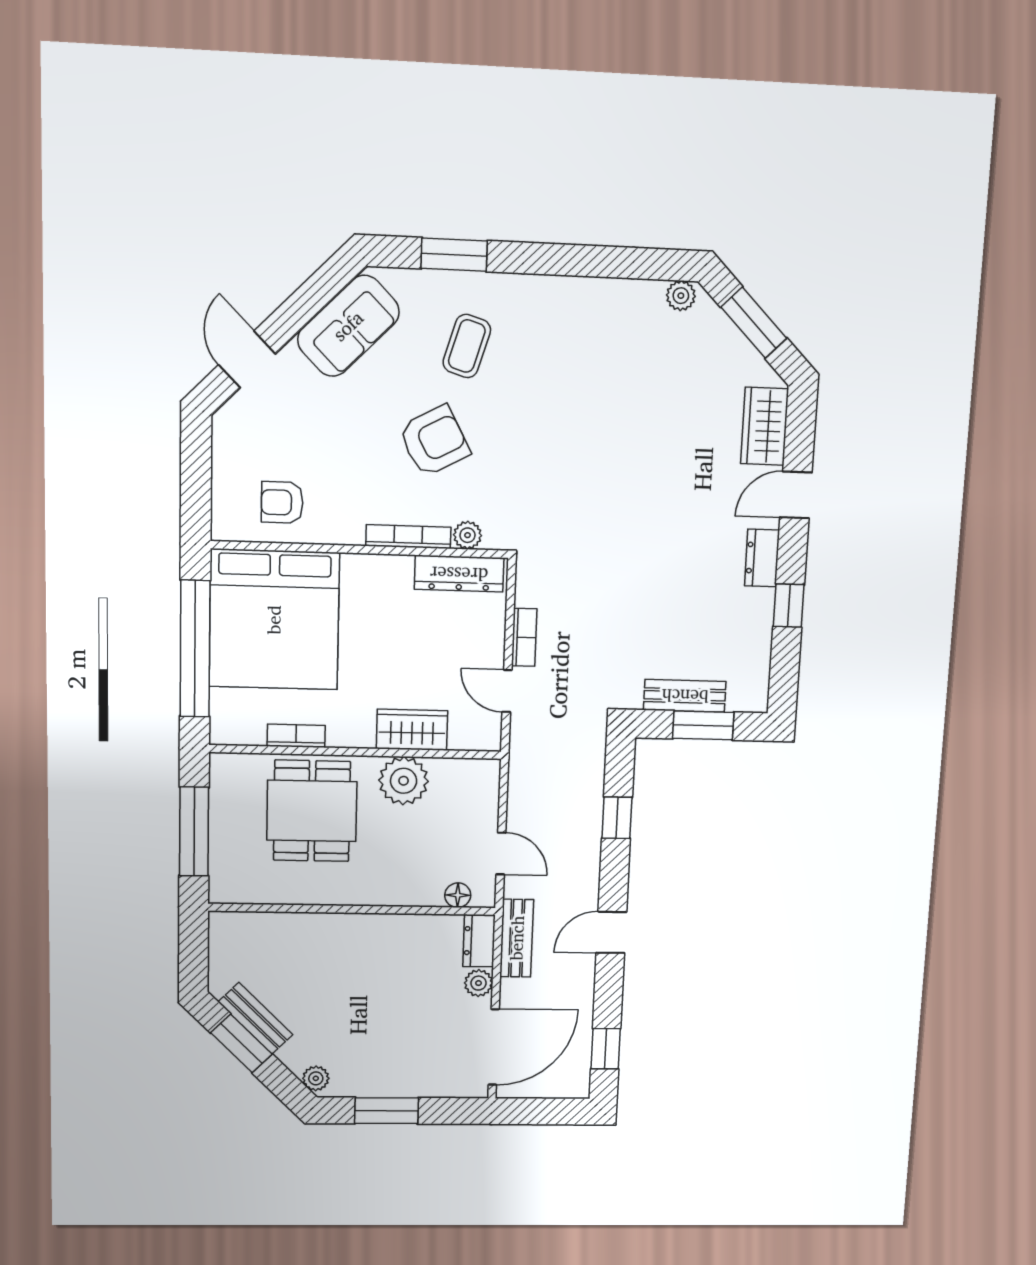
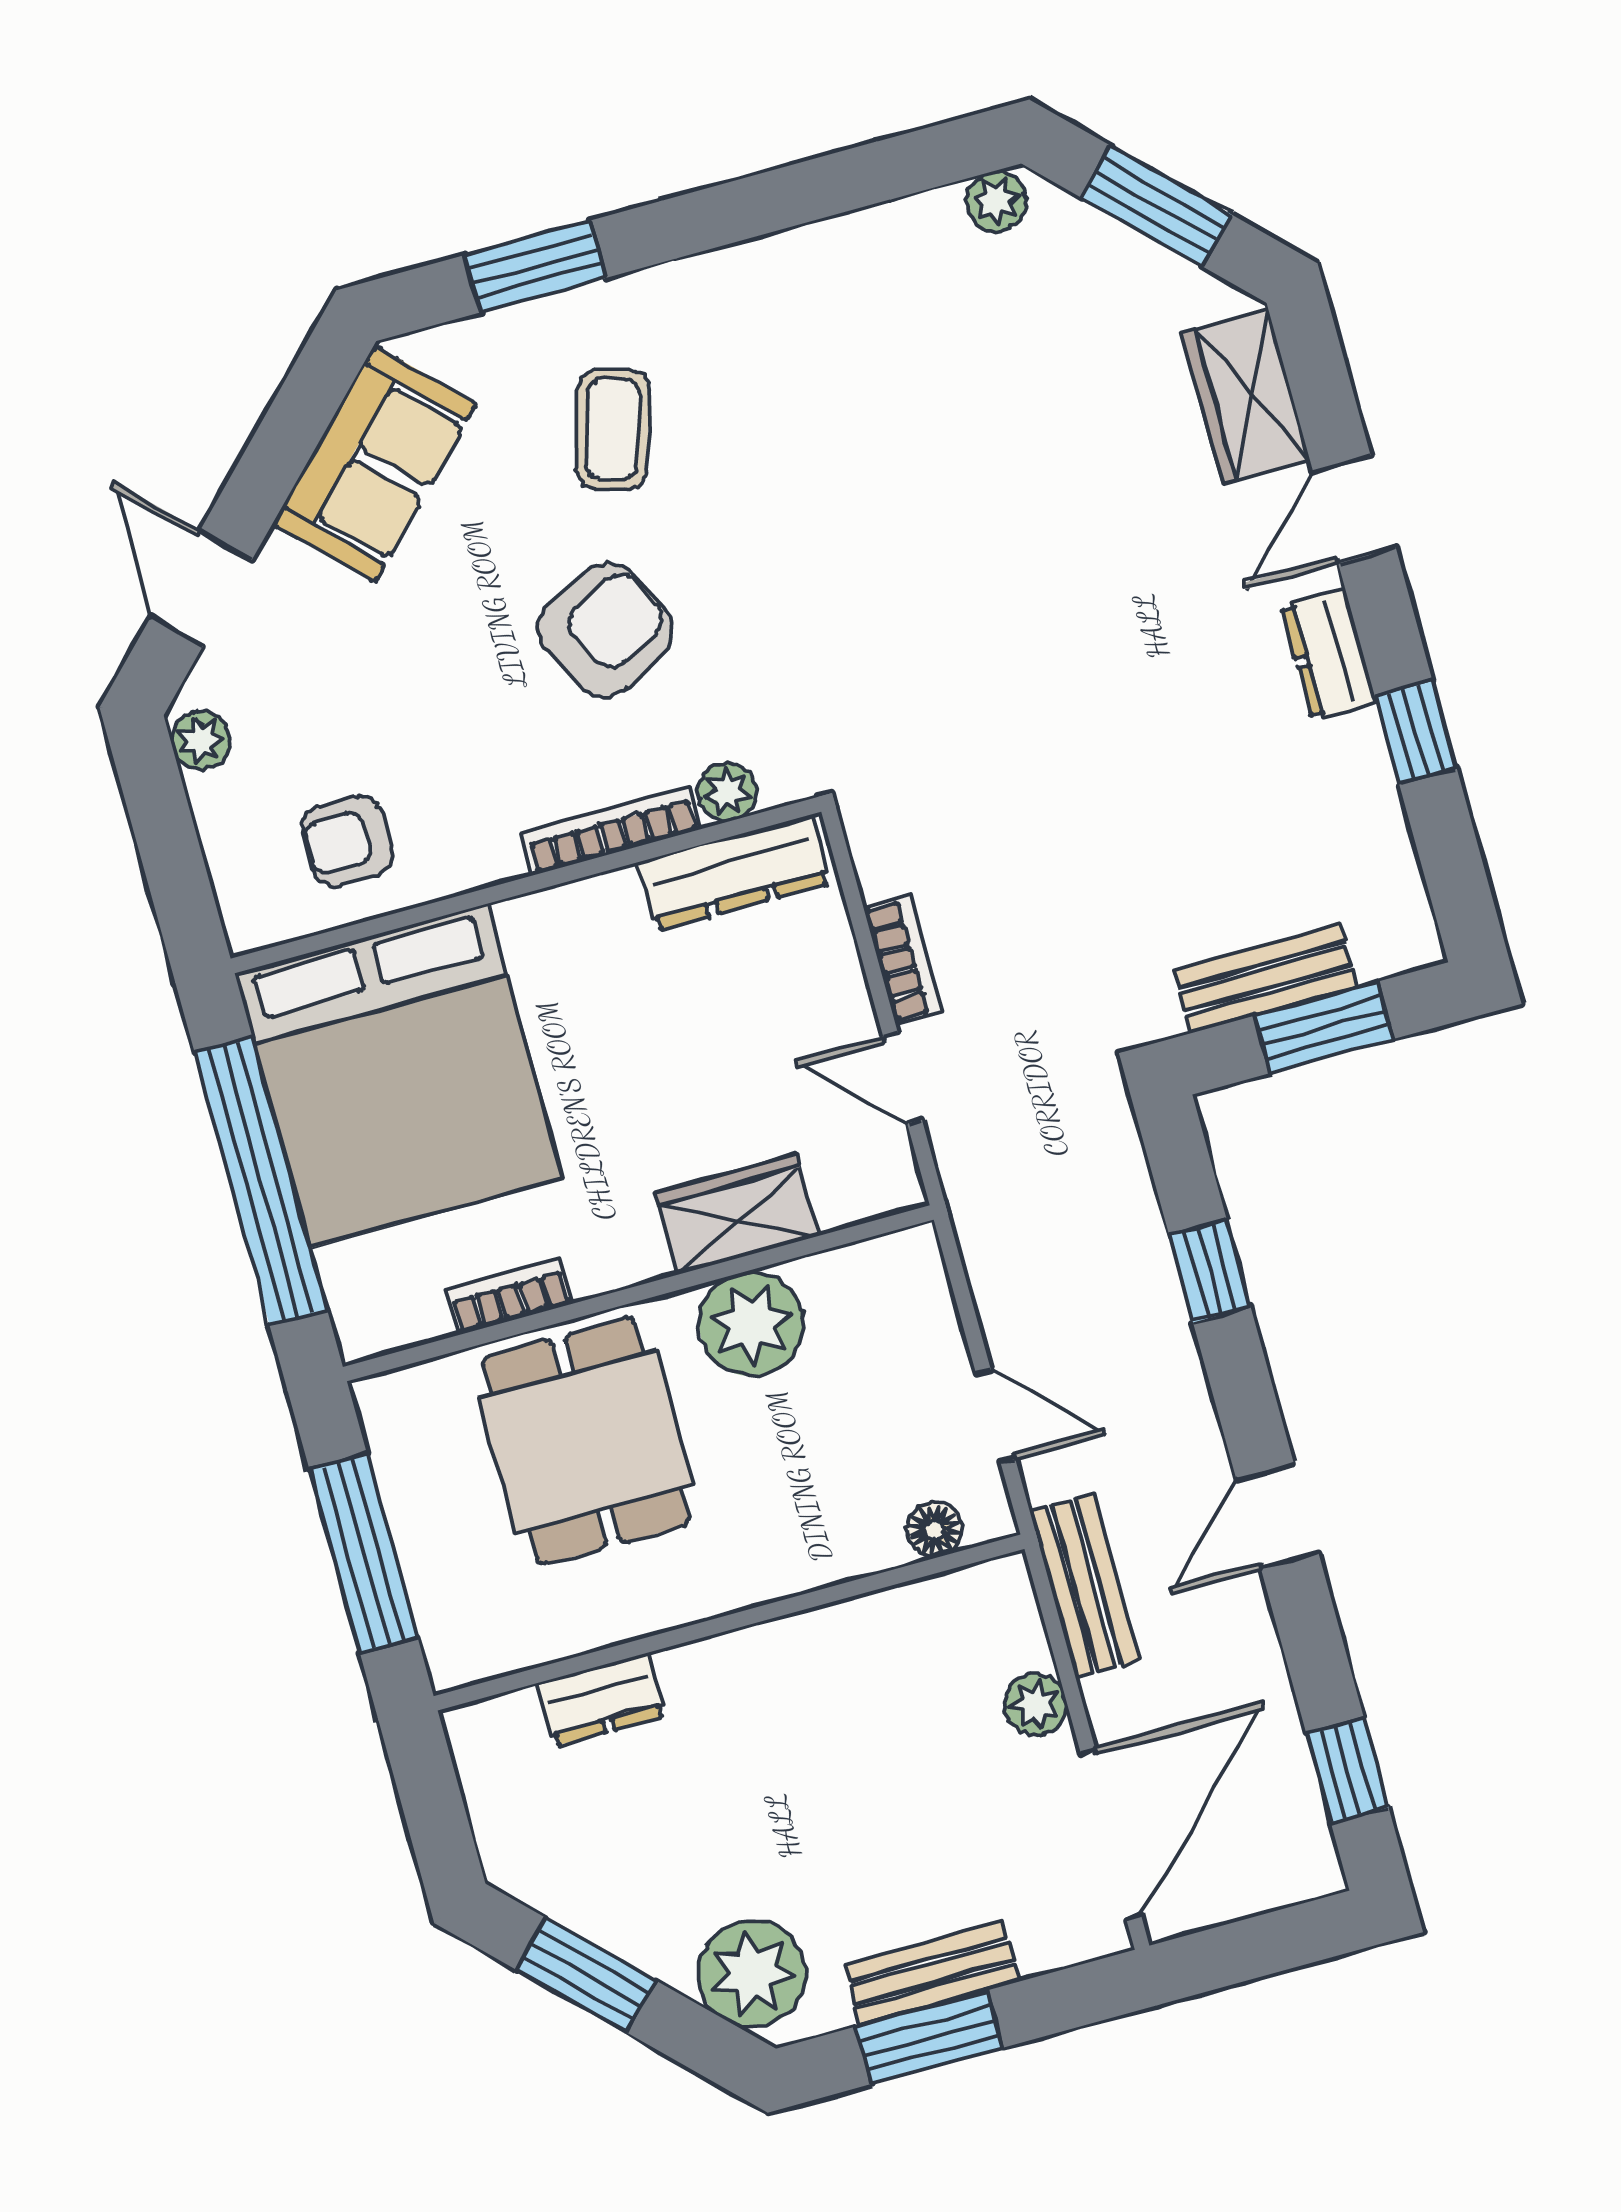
plant: (226, 432) -> (201, 740), added
dresser: (479, 941) -> (601, 1699), moved, turned -90
bench: (255, 1018) -> (932, 1973), moved, turned -45
plant: (316, 1078) -> (752, 1974), width x1.88, depth x1.88

